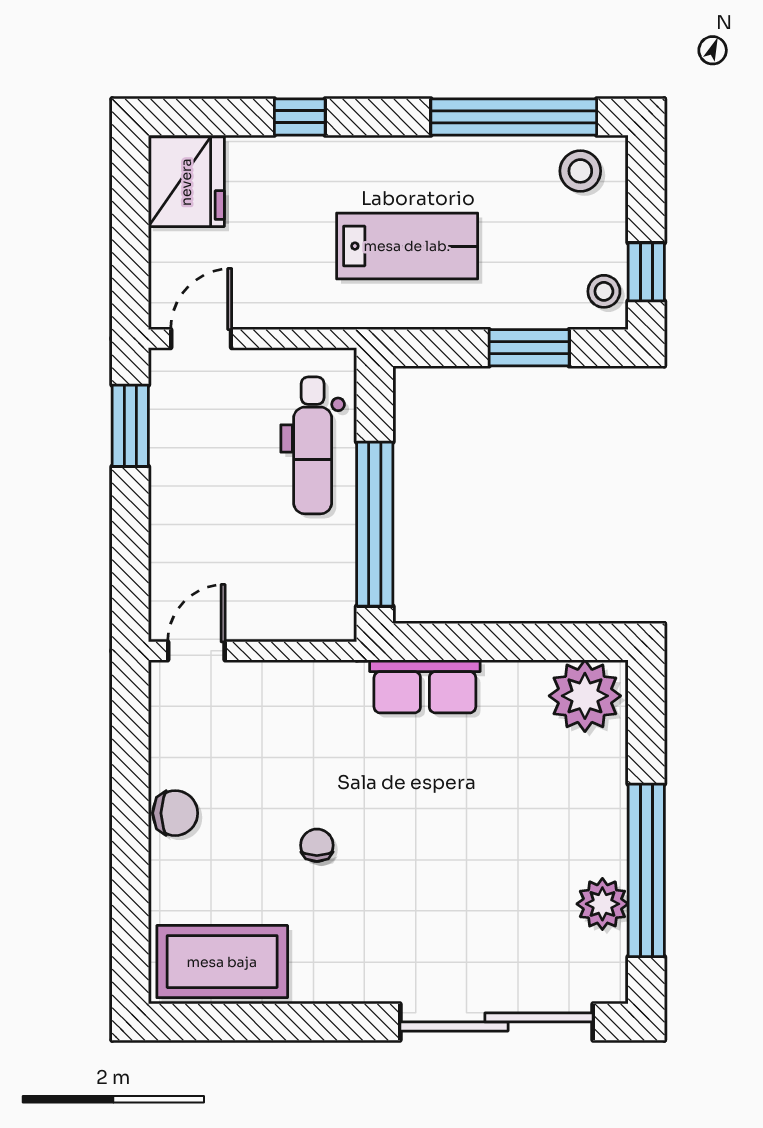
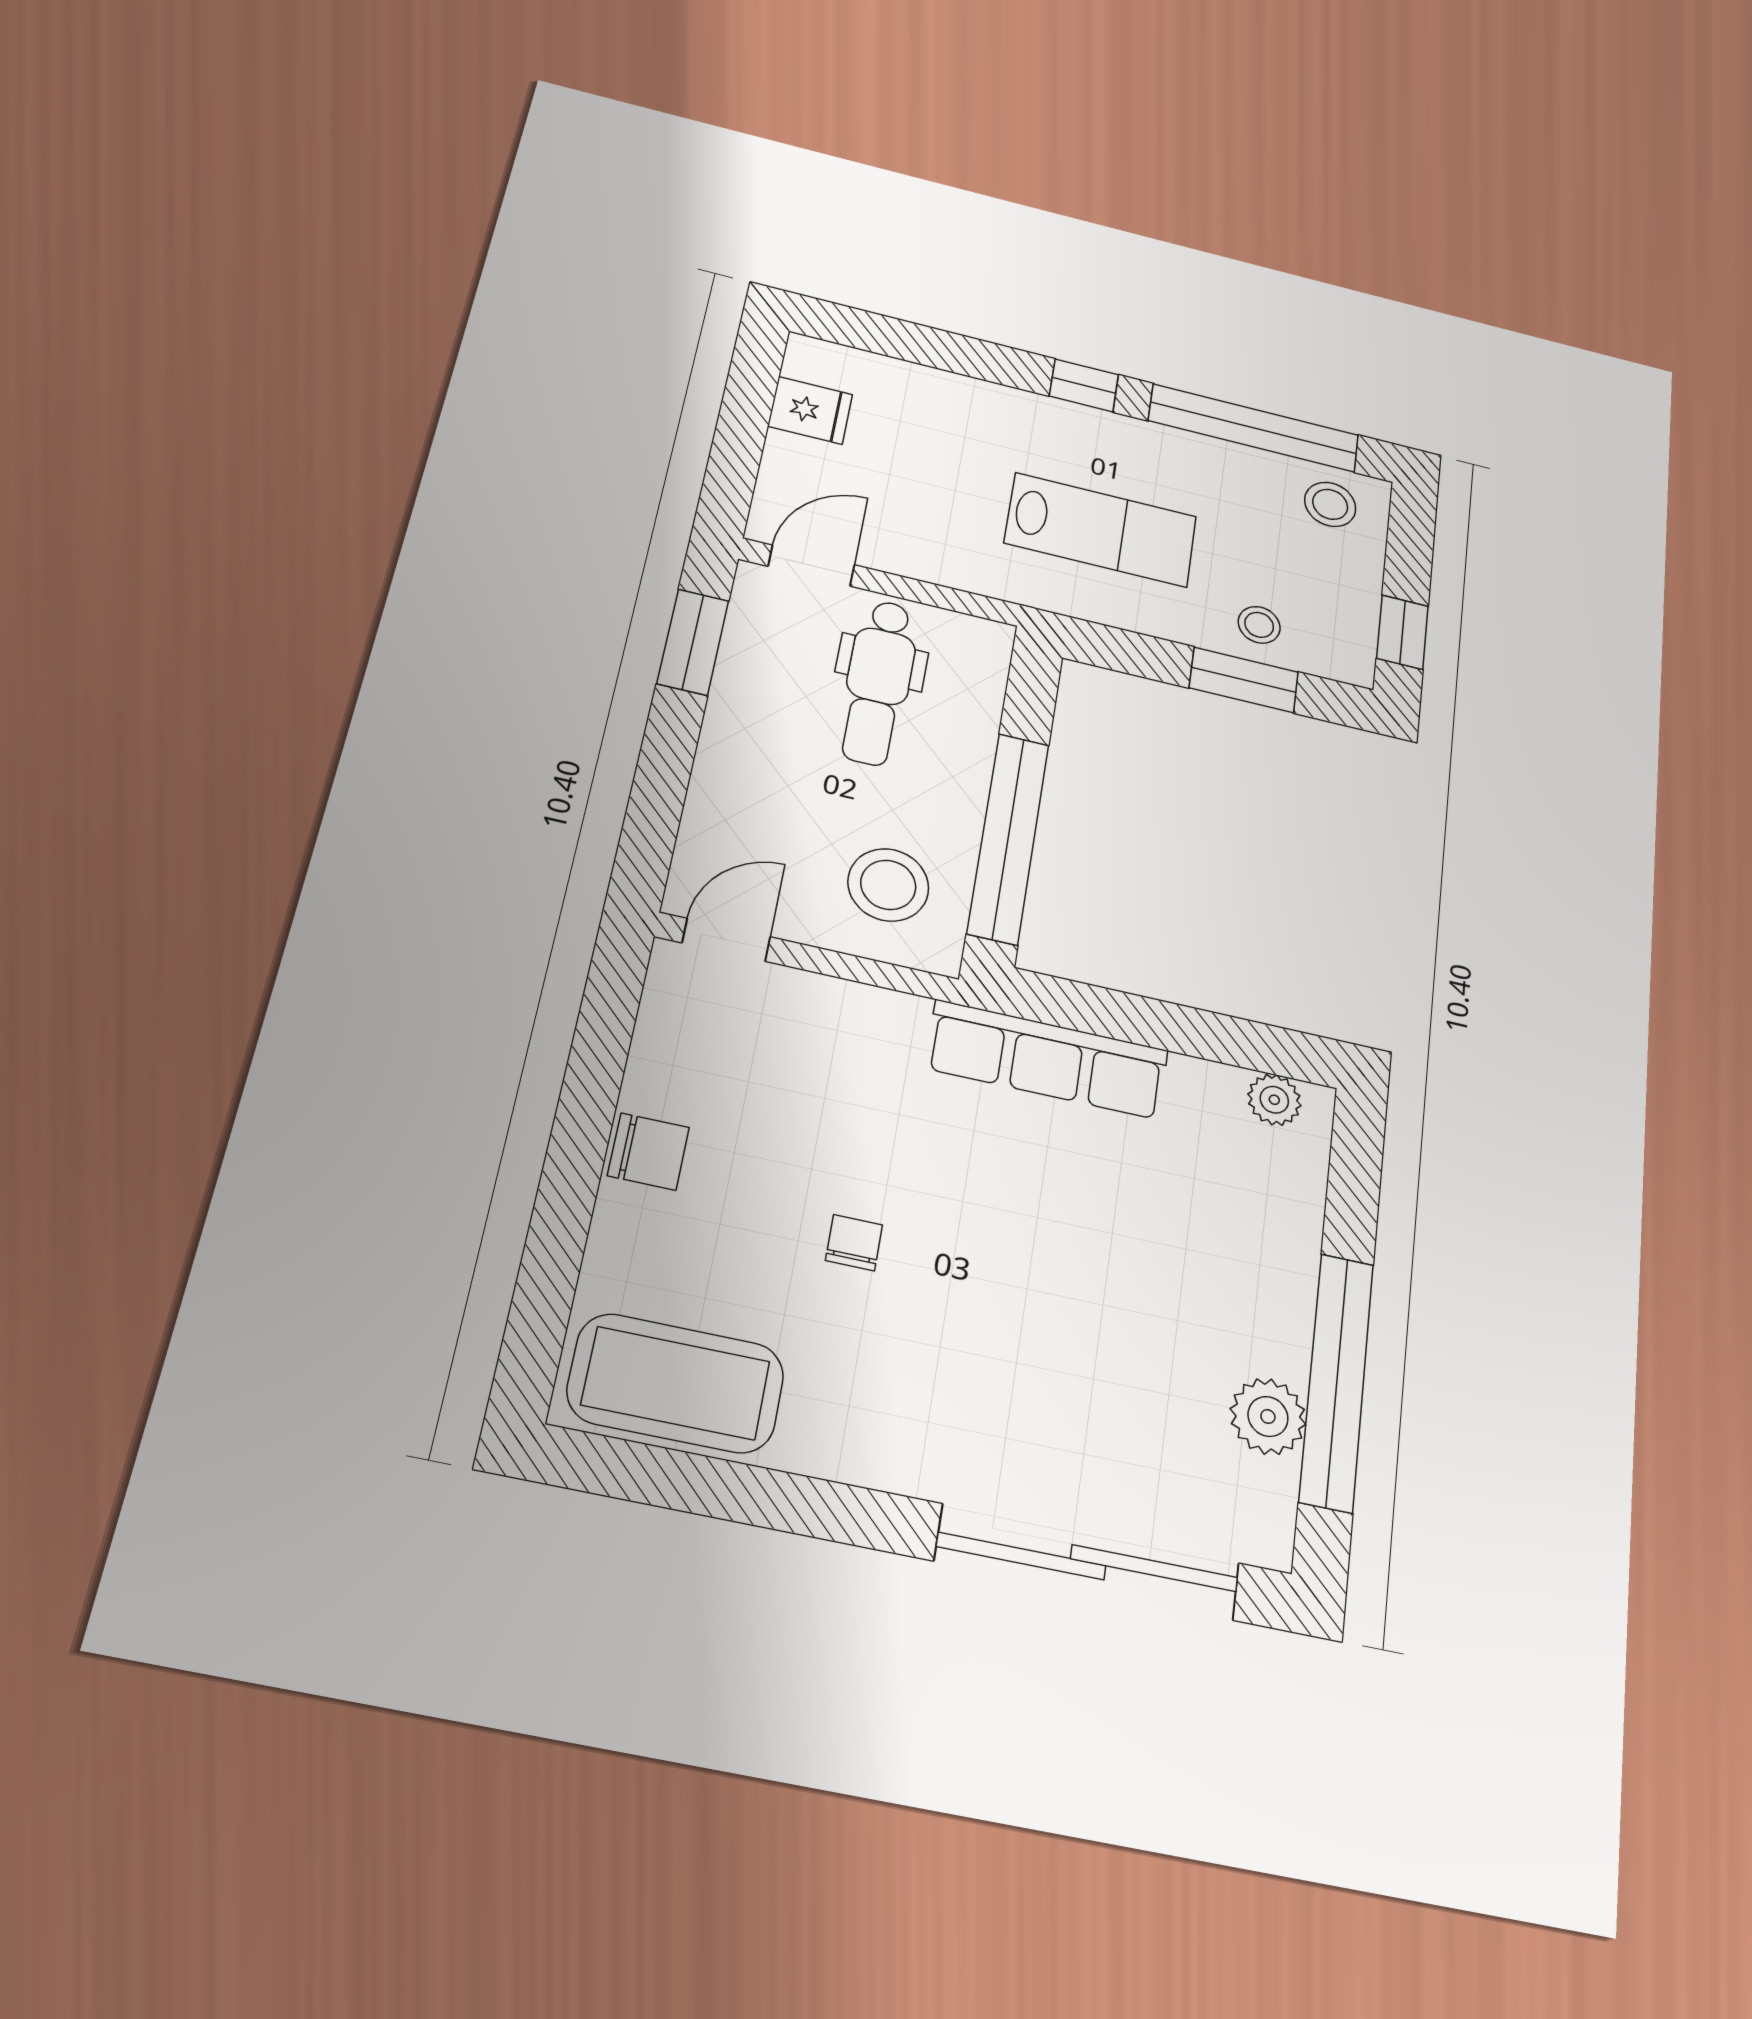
window: (300, 117) -> (1084, 385), moved
fridge: (186, 182) -> (810, 410), width x0.53, depth x0.75
stool: (604, 291) -> (1259, 625), moved
dental chair: (313, 445) -> (878, 682), moved
stool: (297, 582) -> (888, 885), added
row of seats: (425, 686) -> (1047, 1059), width x1.48
plant: (585, 696) -> (1274, 1100), width x0.53, depth x0.53

